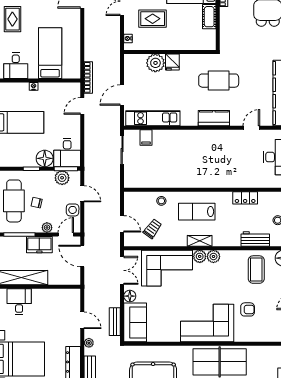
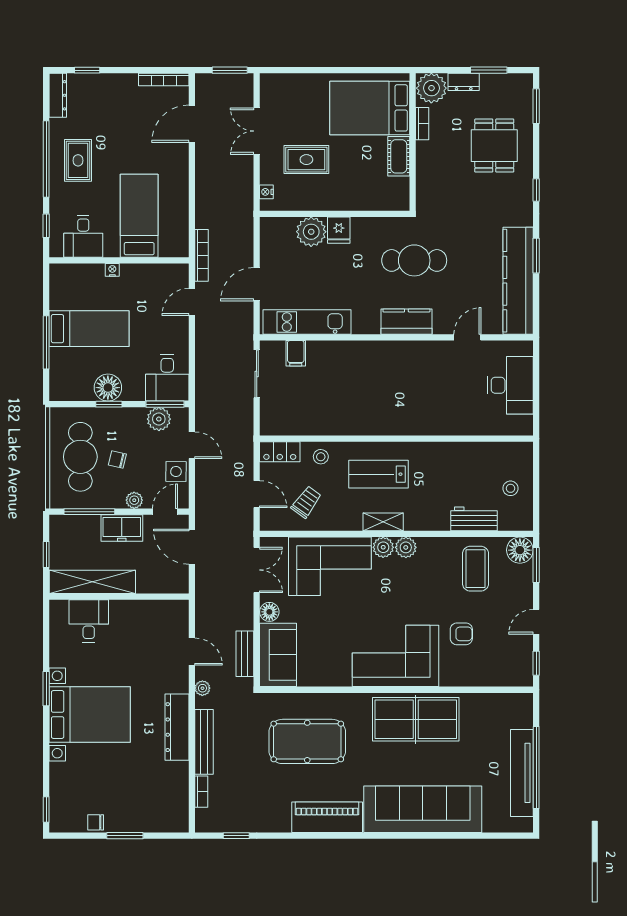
floor lamp: (45, 158) -> (108, 388), moved
locker: (245, 198) -> (280, 452), moved

